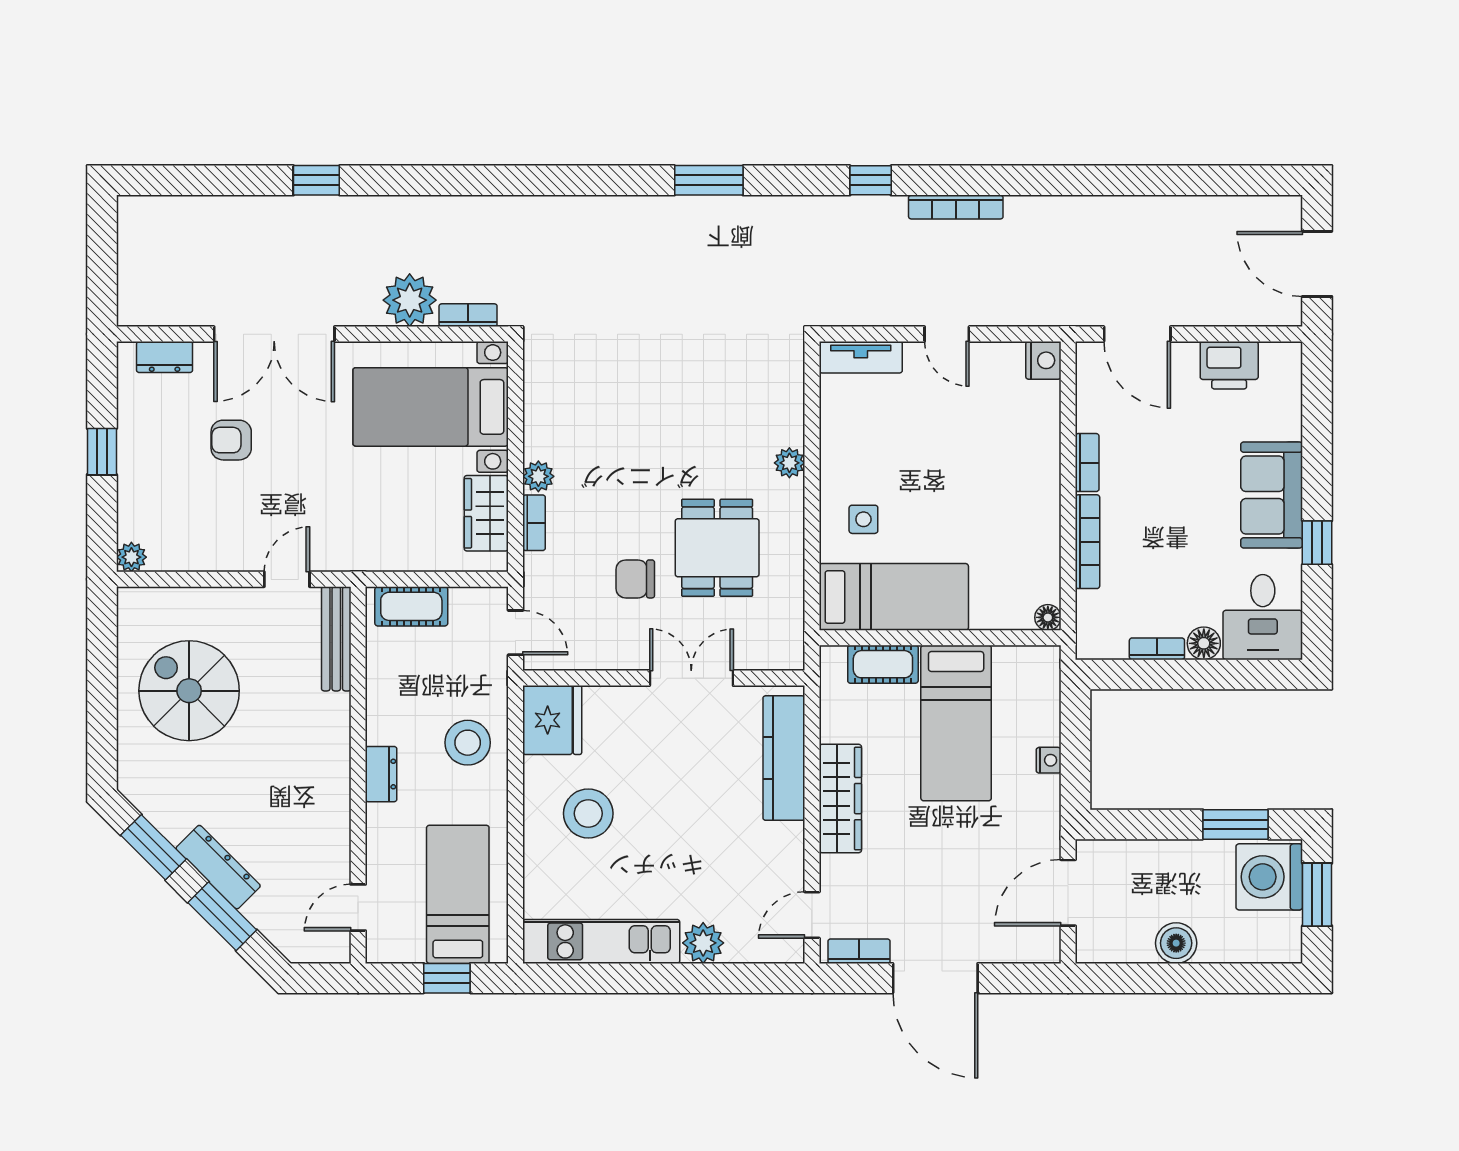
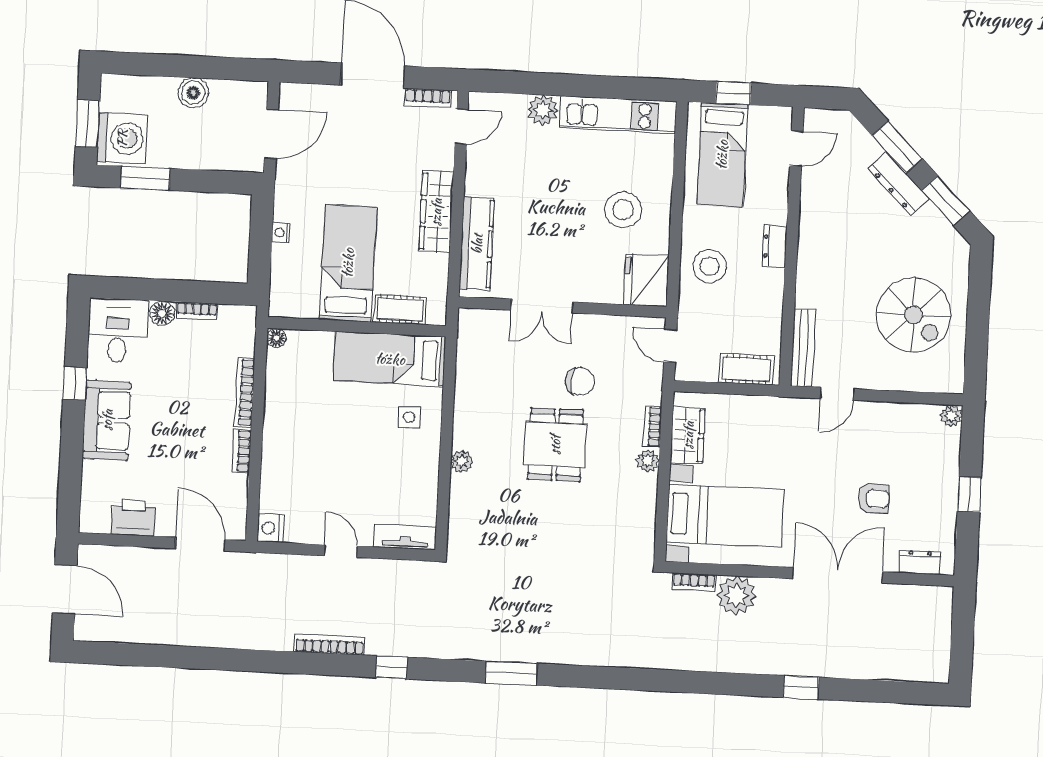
dining table: (717, 548) -> (555, 445), moved

